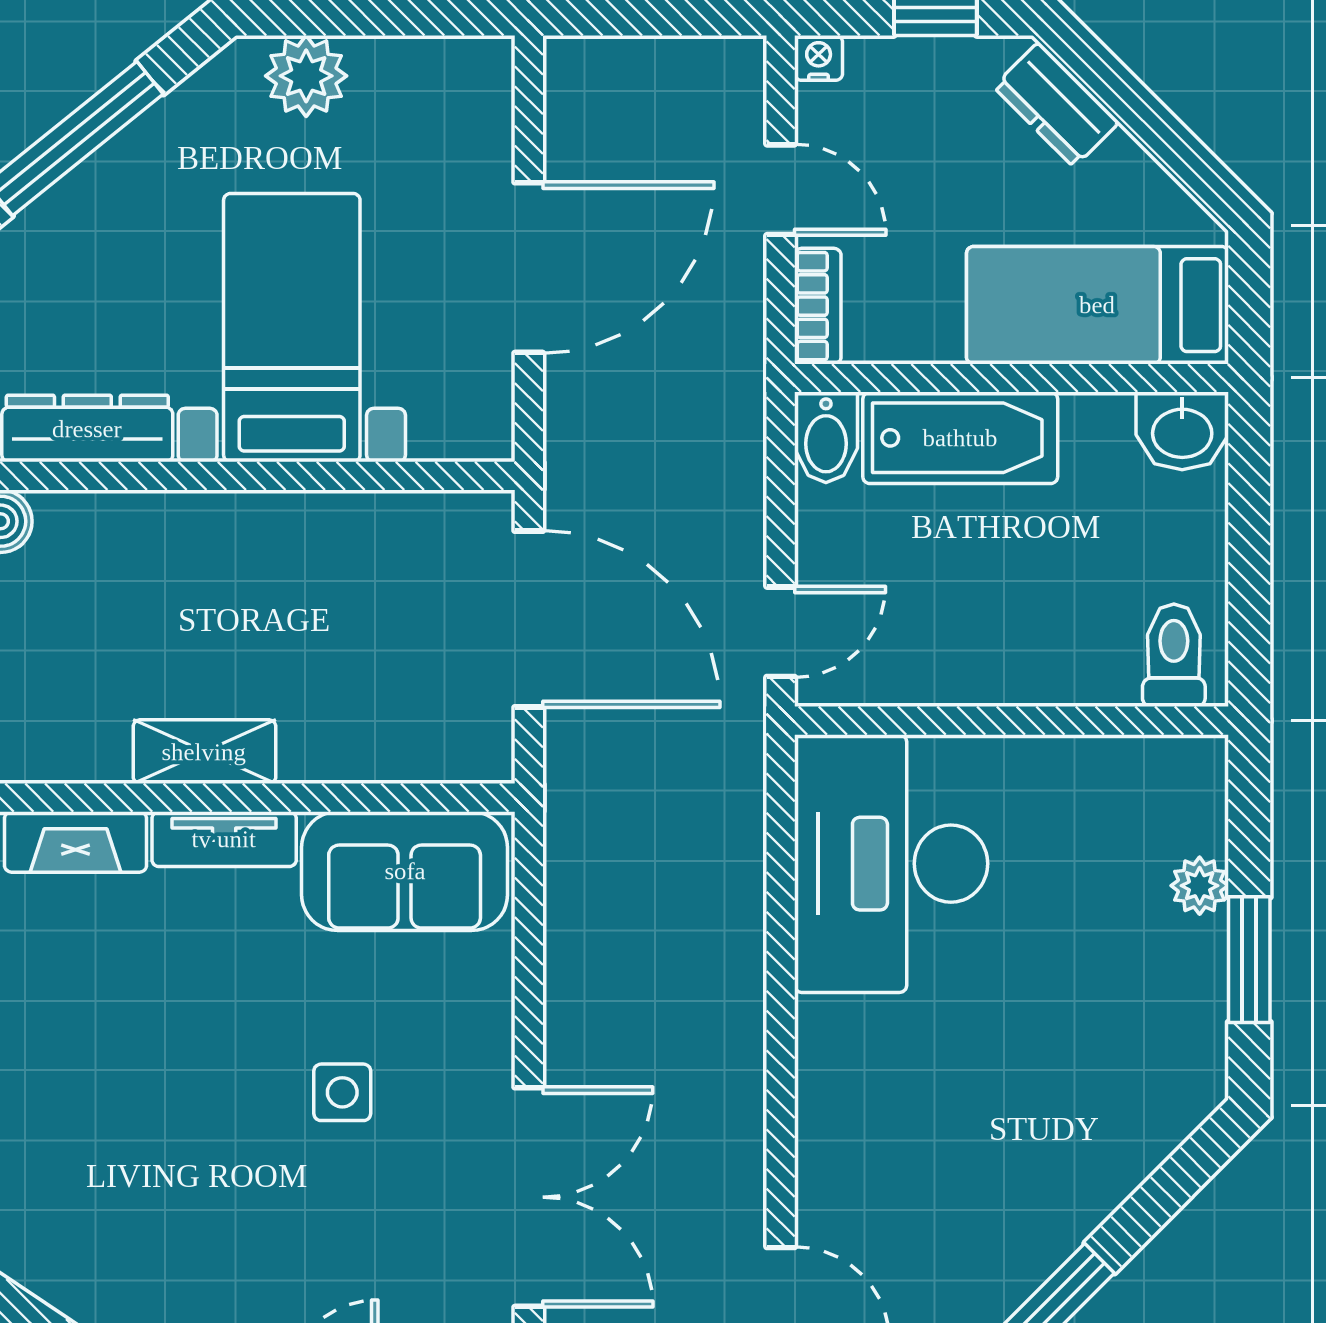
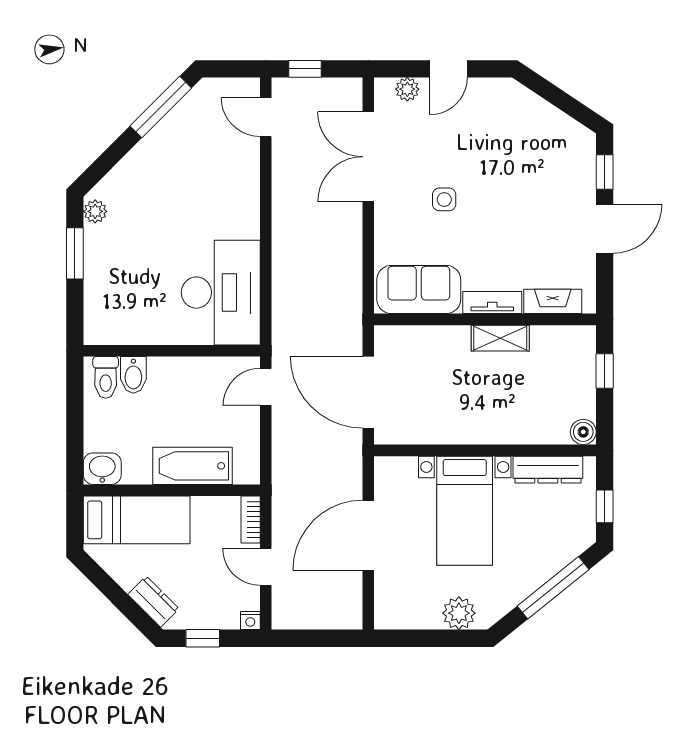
bidet: (826, 437) -> (133, 375), moved, turned 180
plant: (1200, 886) -> (95, 211), moved

